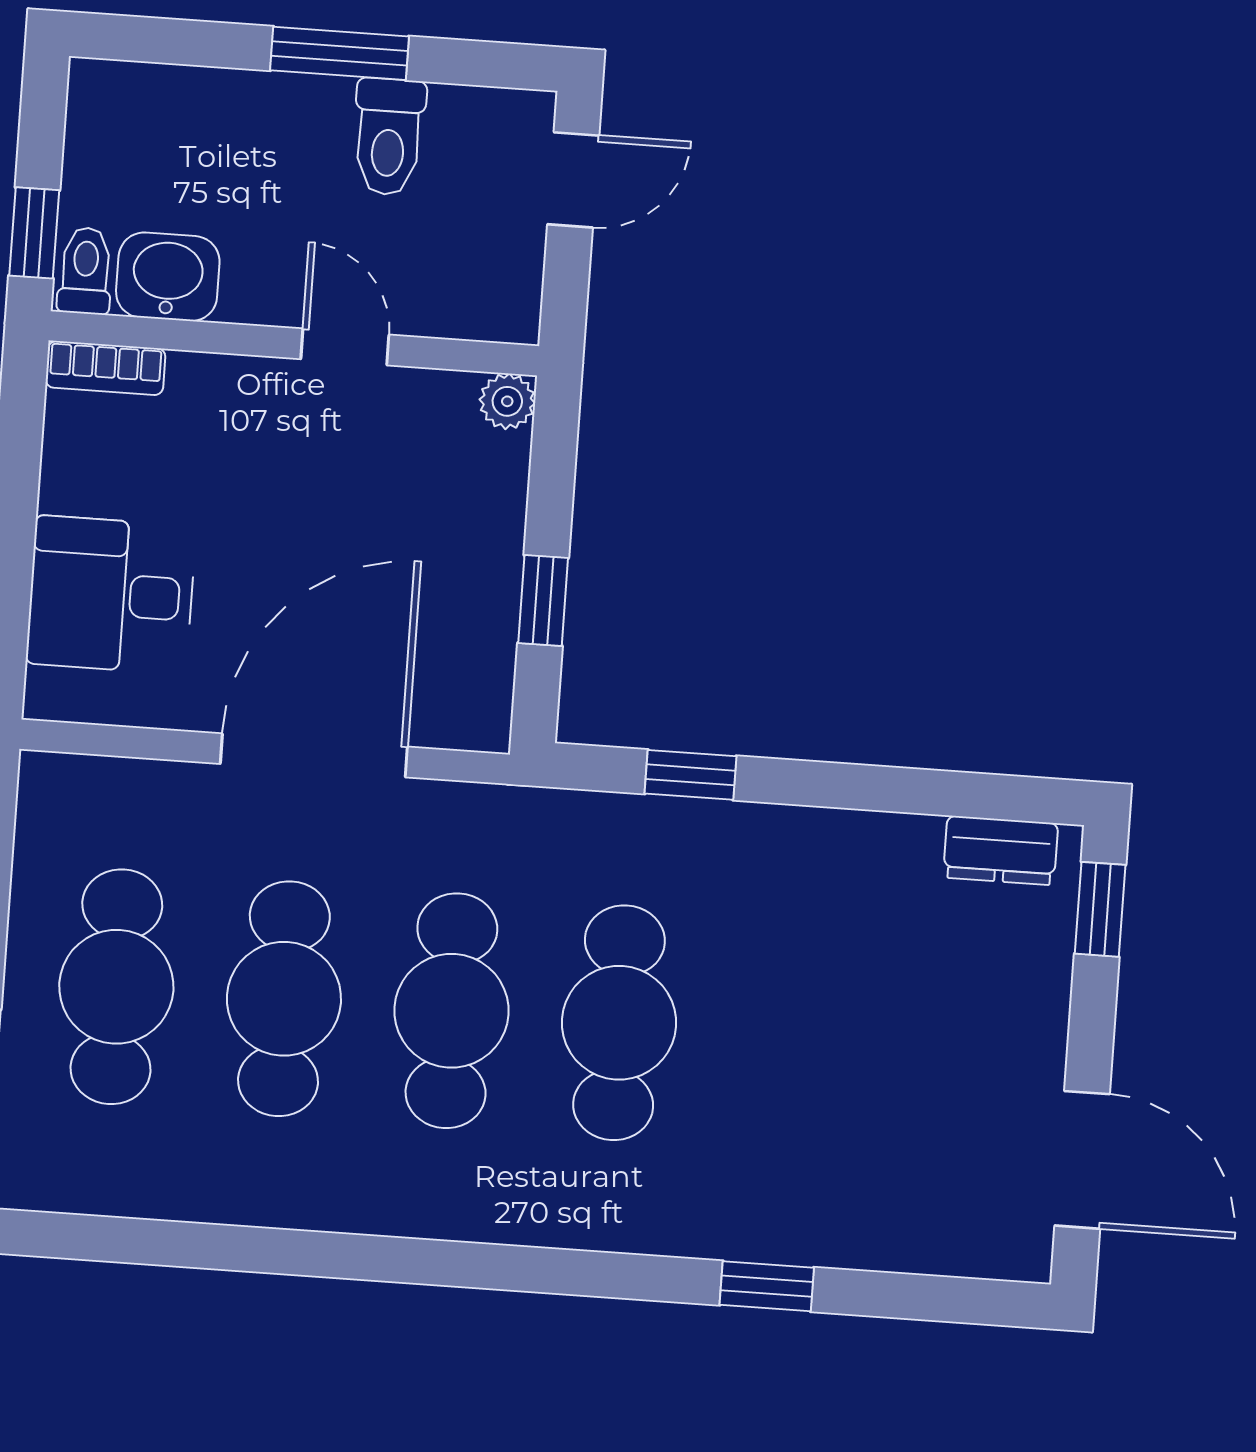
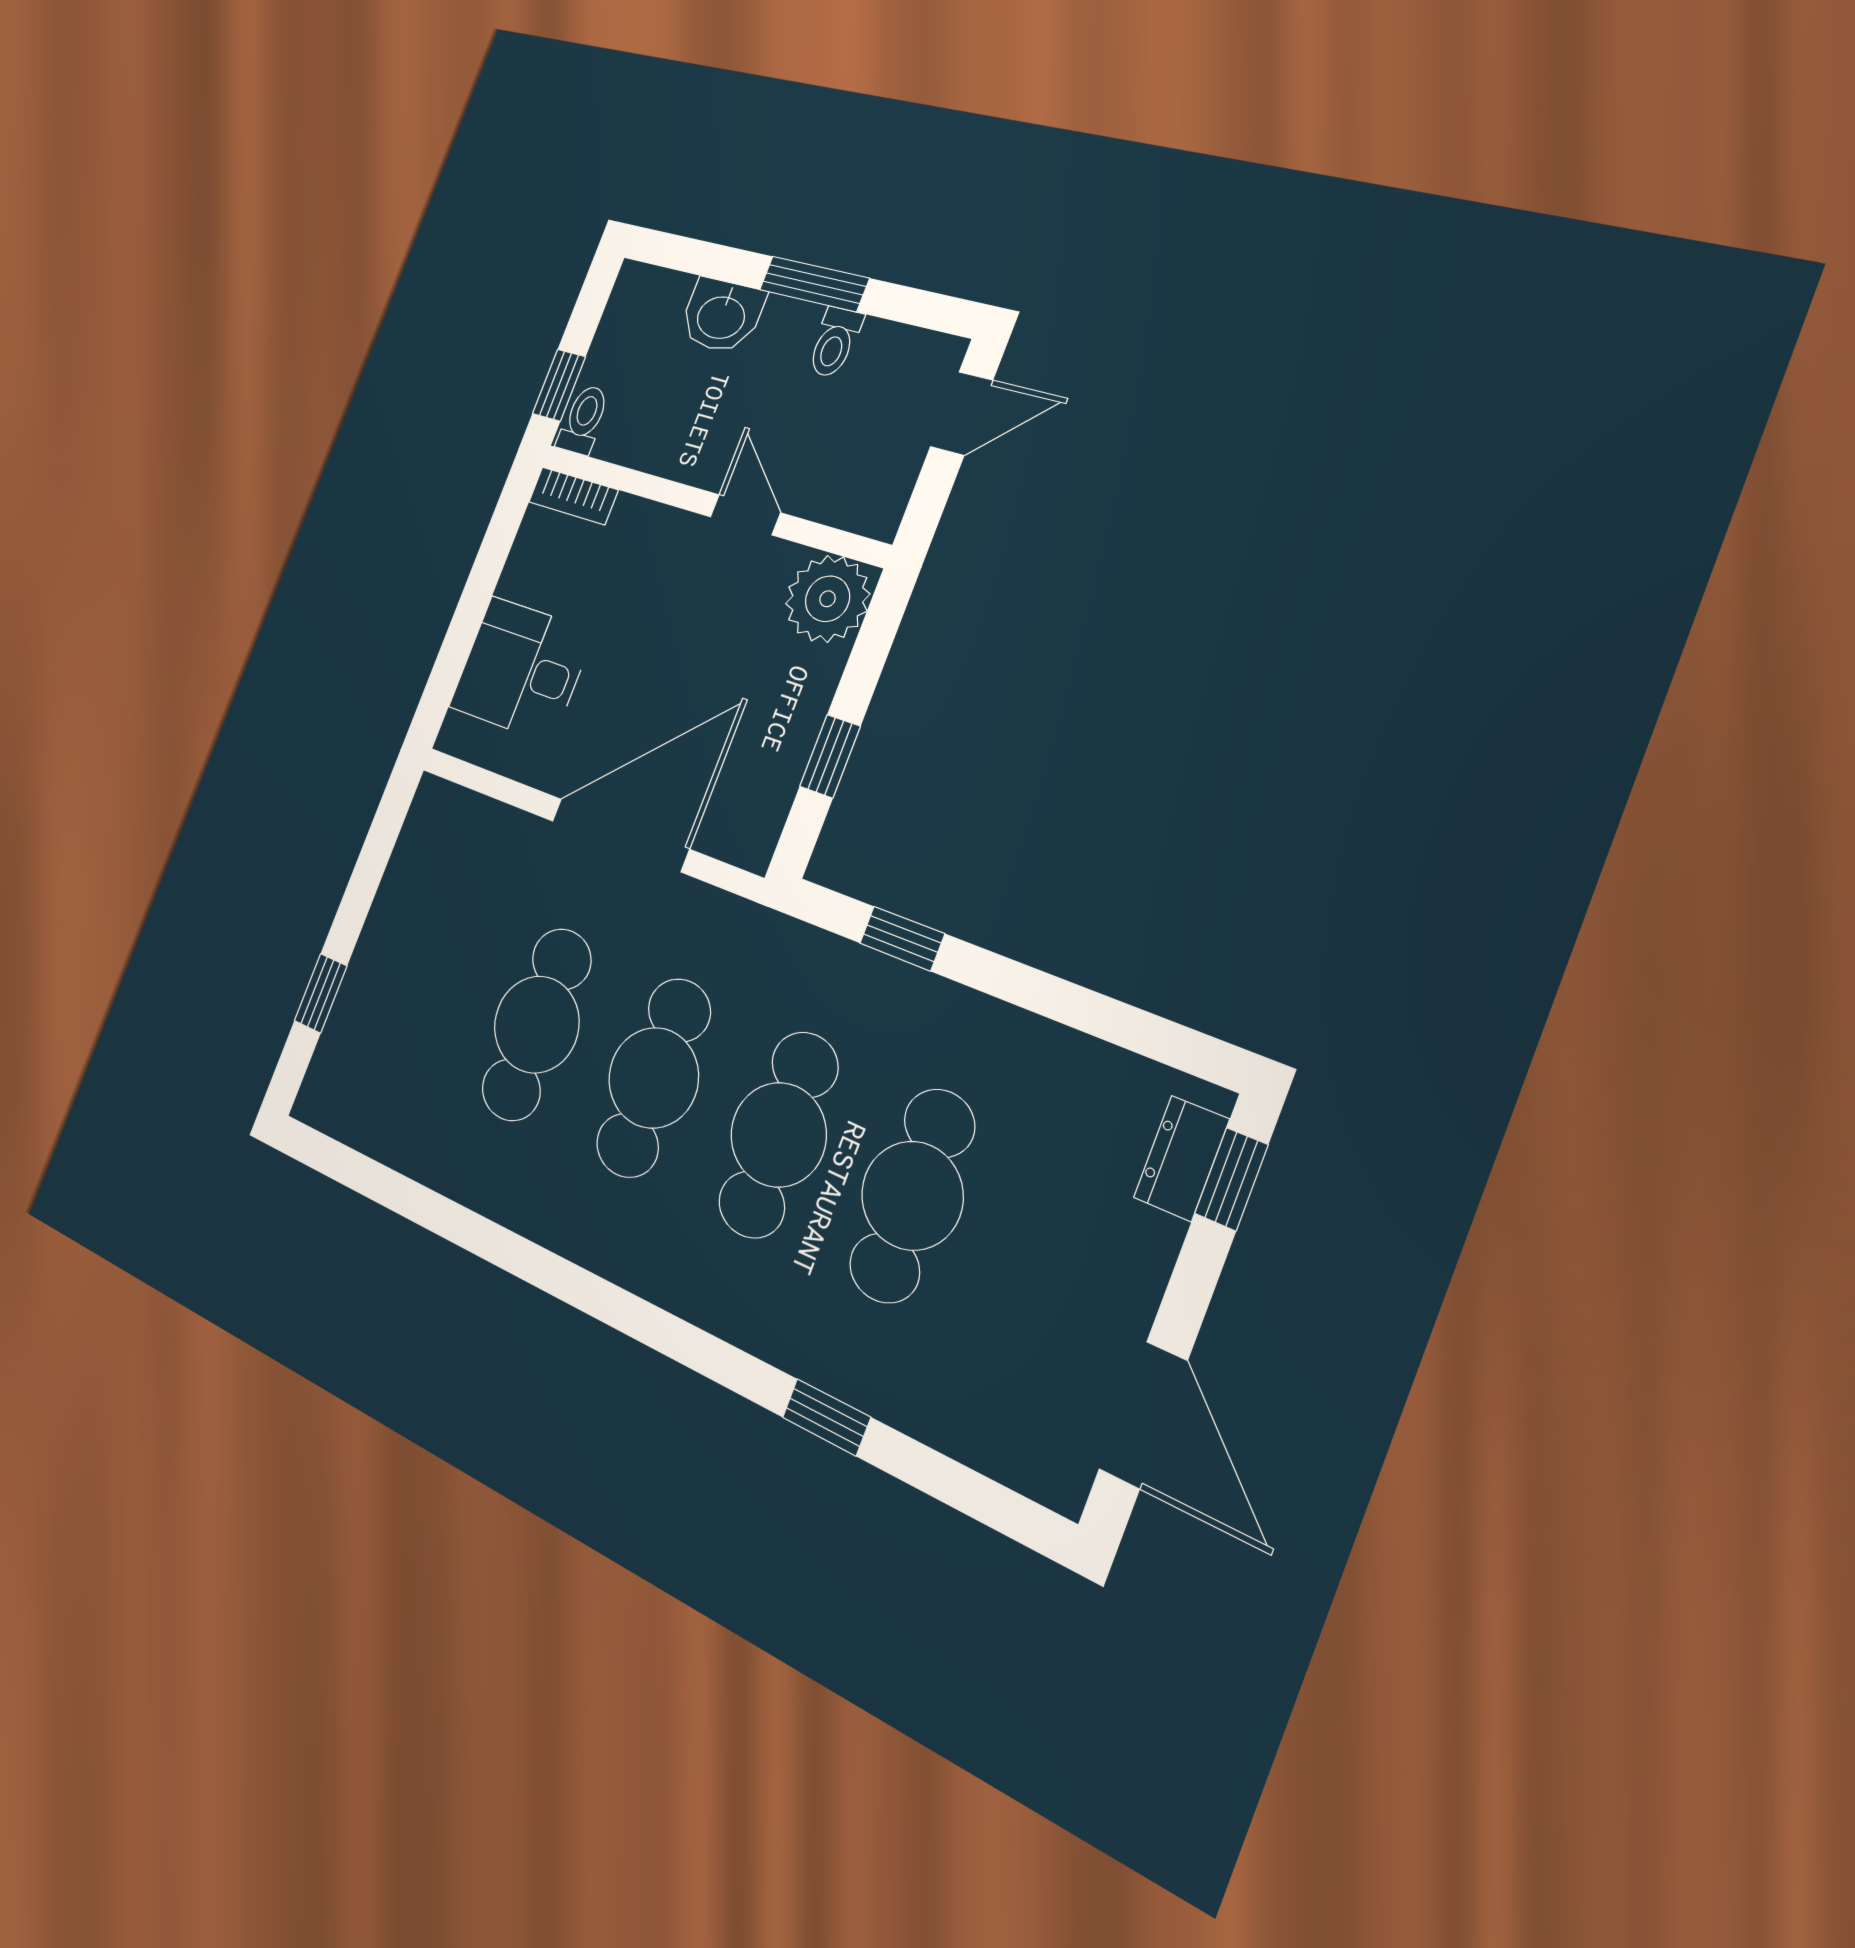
toilet: (389, 137) -> (835, 342), width x0.73, depth x0.72
washbasin: (168, 277) -> (722, 316), moved, turned 180
plant: (507, 401) -> (828, 599), width x1.87, depth x1.87
dresser: (1001, 850) -> (1181, 1158), moved, turned 90
cafe table: (116, 987) -> (912, 1196), moved

